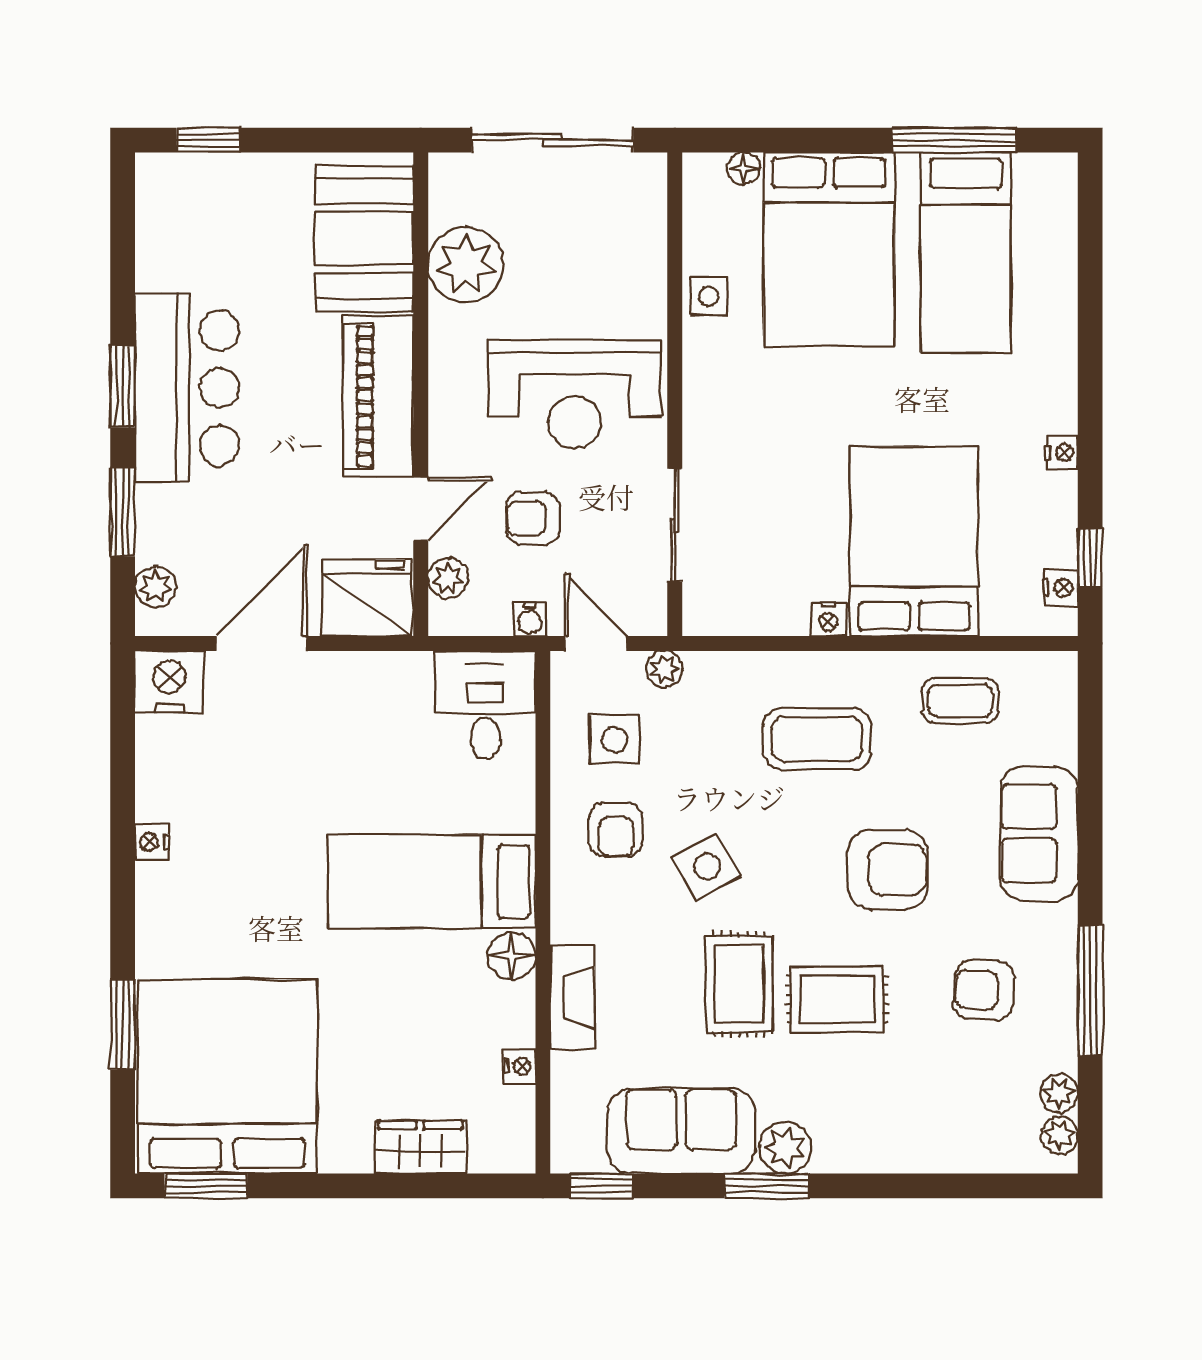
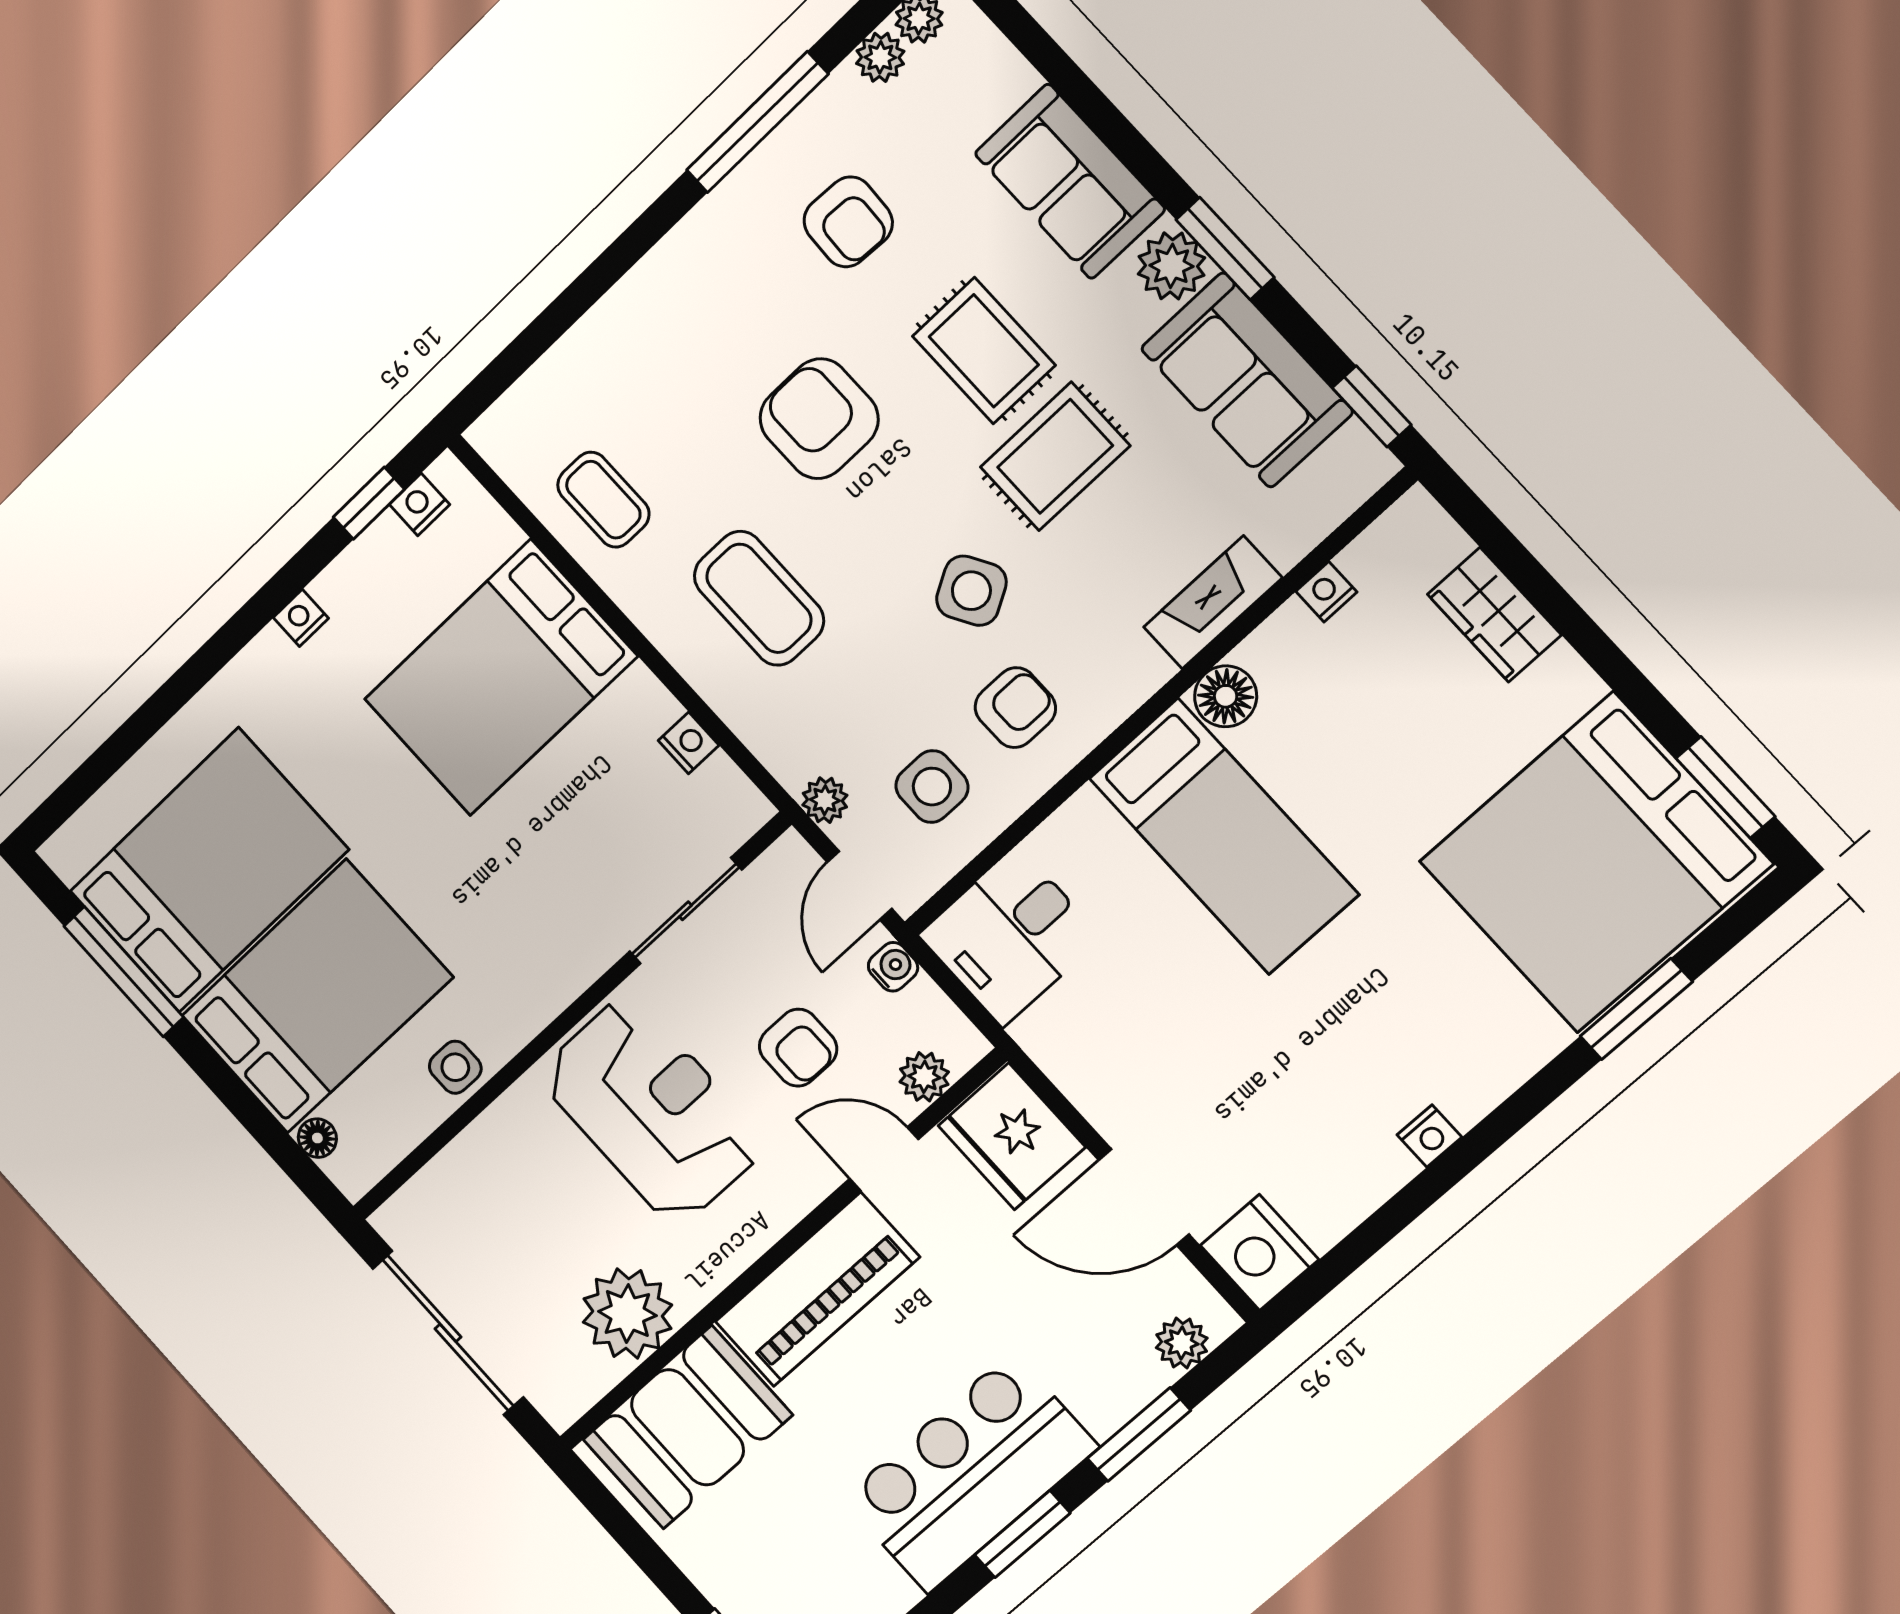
bed: (966, 253) -> (209, 870), width x1.50
nightstand: (828, 619) -> (689, 743), moved
sofa: (1039, 834) -> (1070, 181), moved, turned 90

